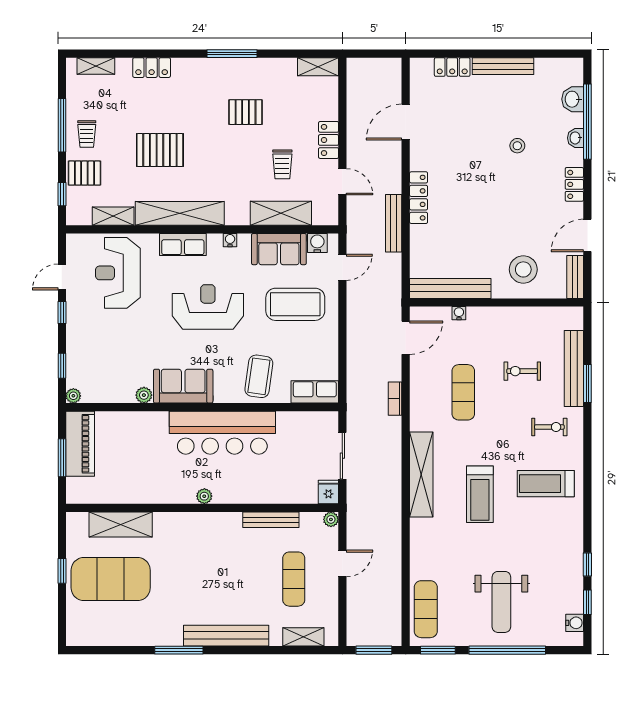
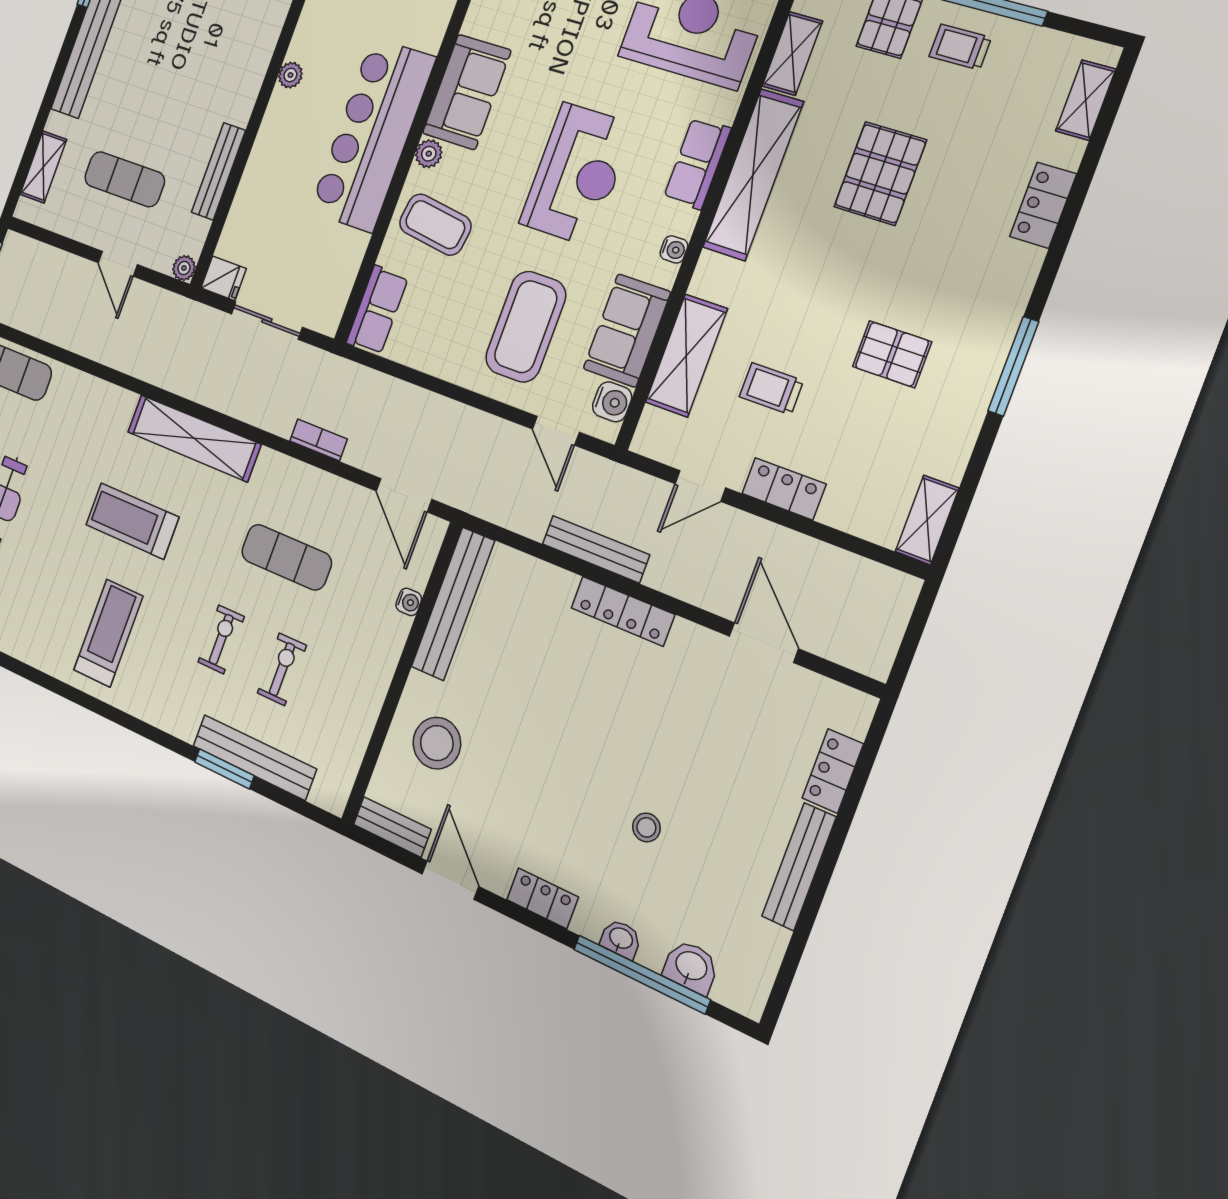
pallet: (246, 112) -> (892, 354), turned 90
plant: (144, 395) -> (429, 154), moved
exercise bike: (549, 427) -> (221, 639), moved, turned 180

